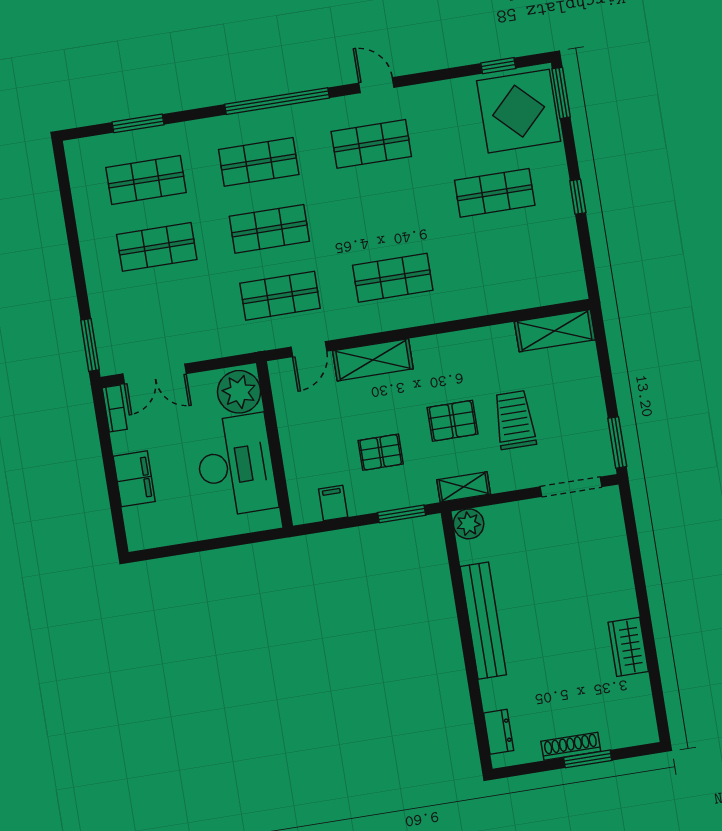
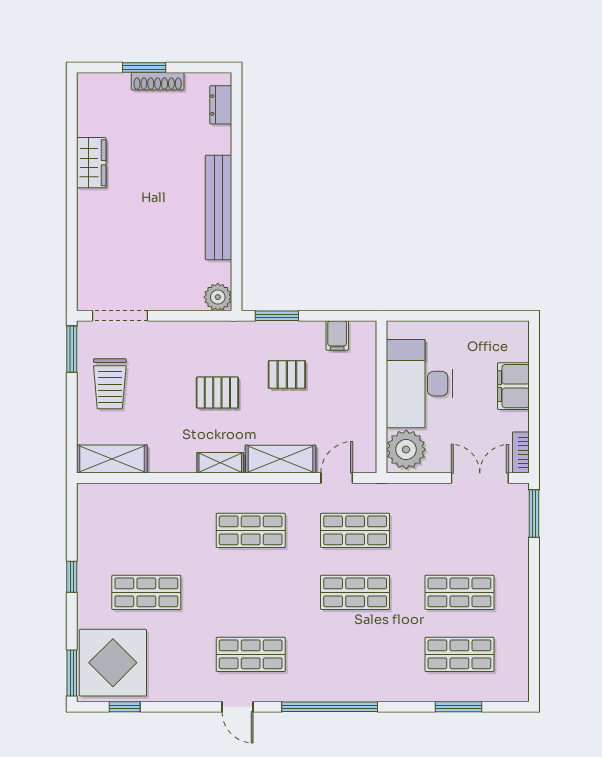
shop shelf: (259, 162) -> (355, 654), removed
trolley: (515, 420) -> (110, 384), moved
shelving: (464, 487) -> (220, 463), moved

